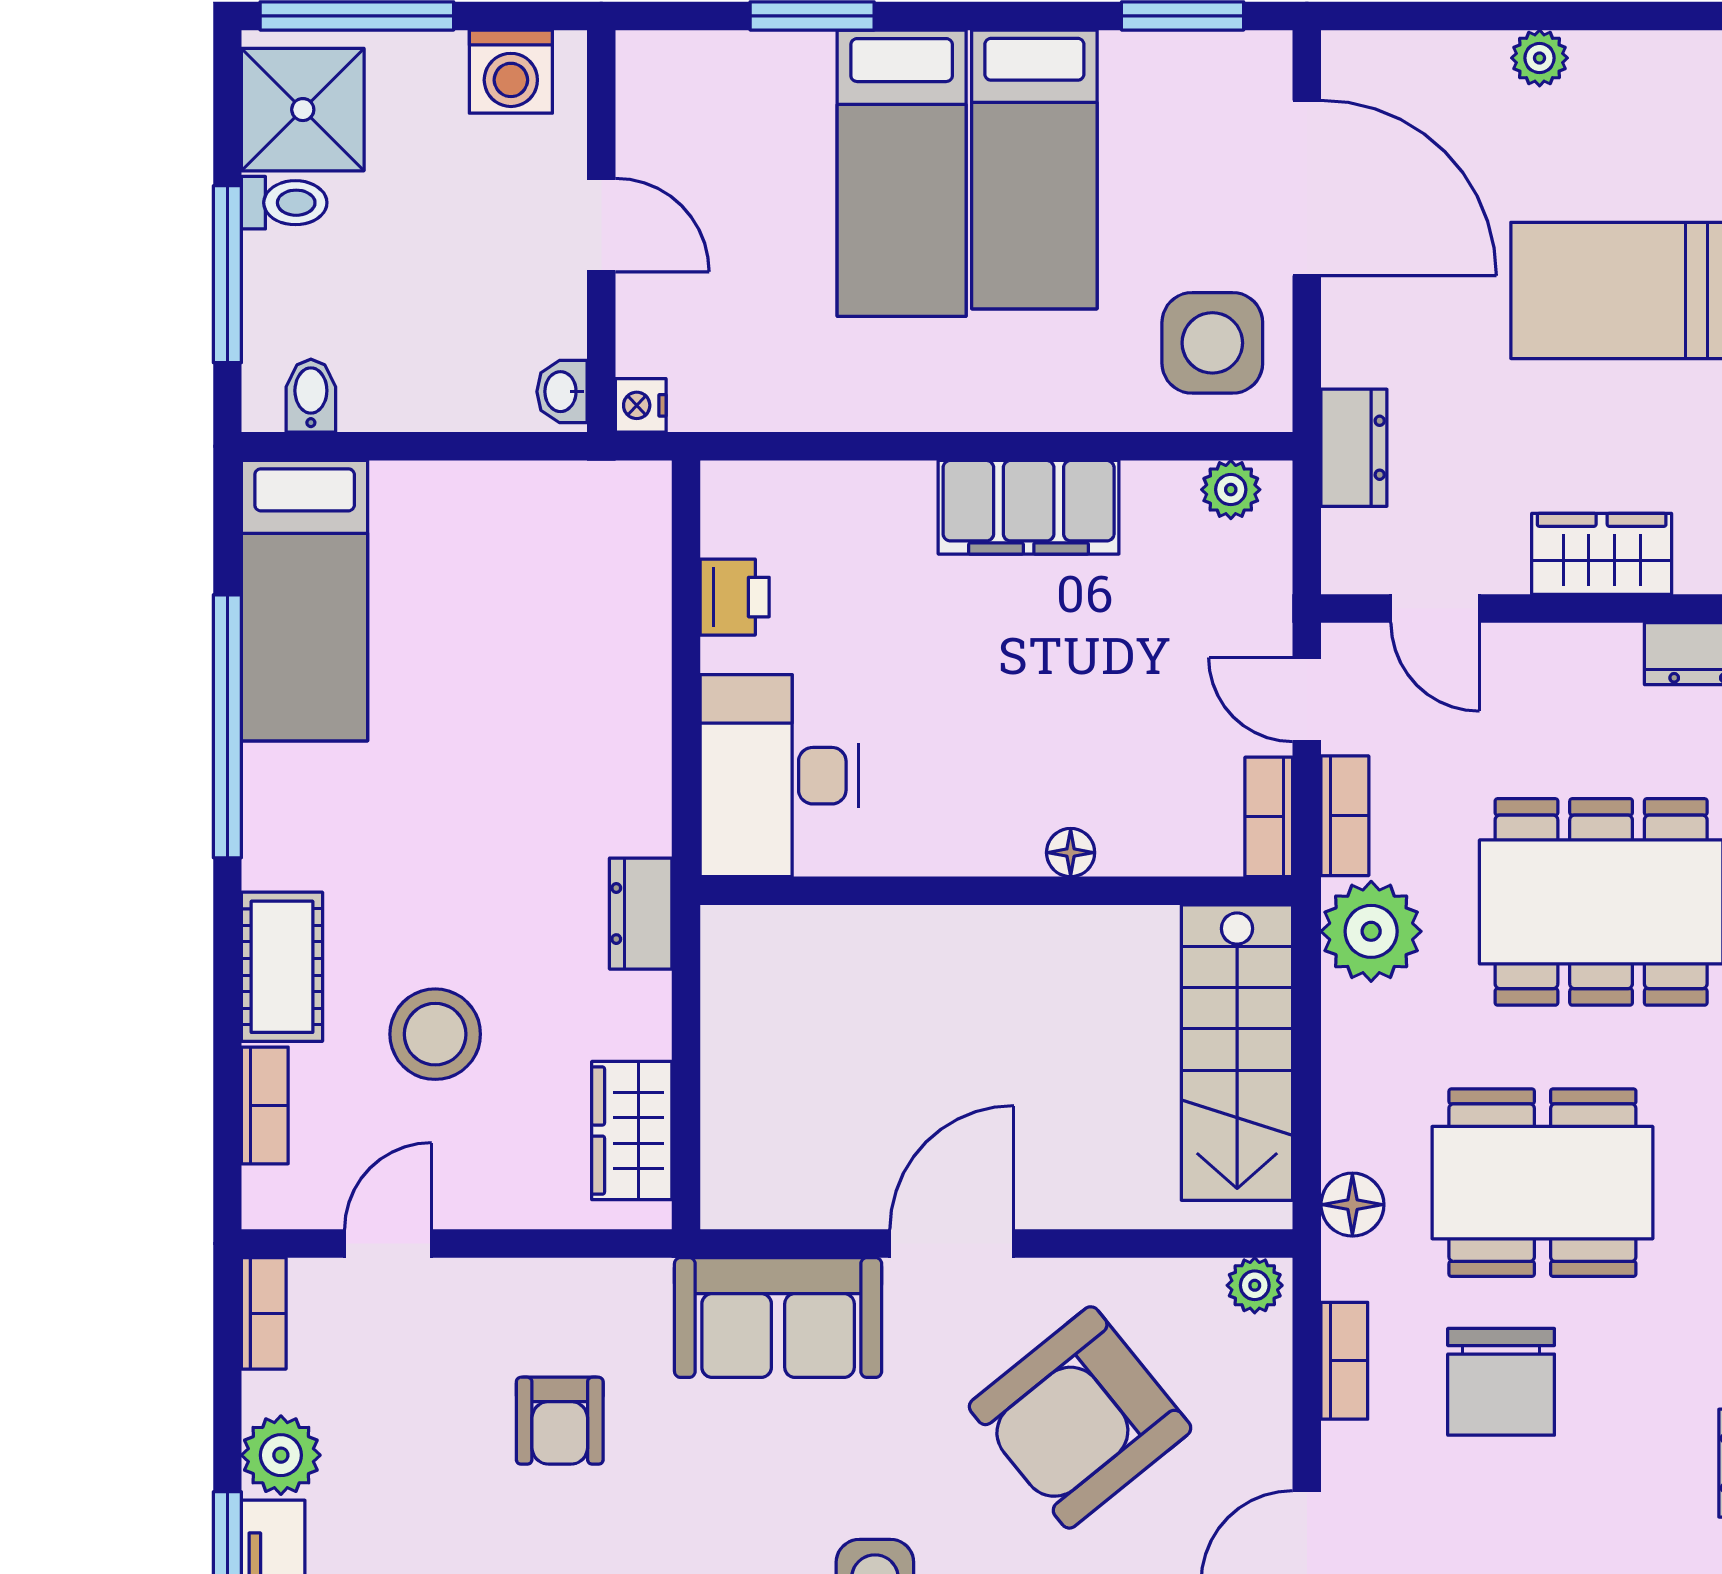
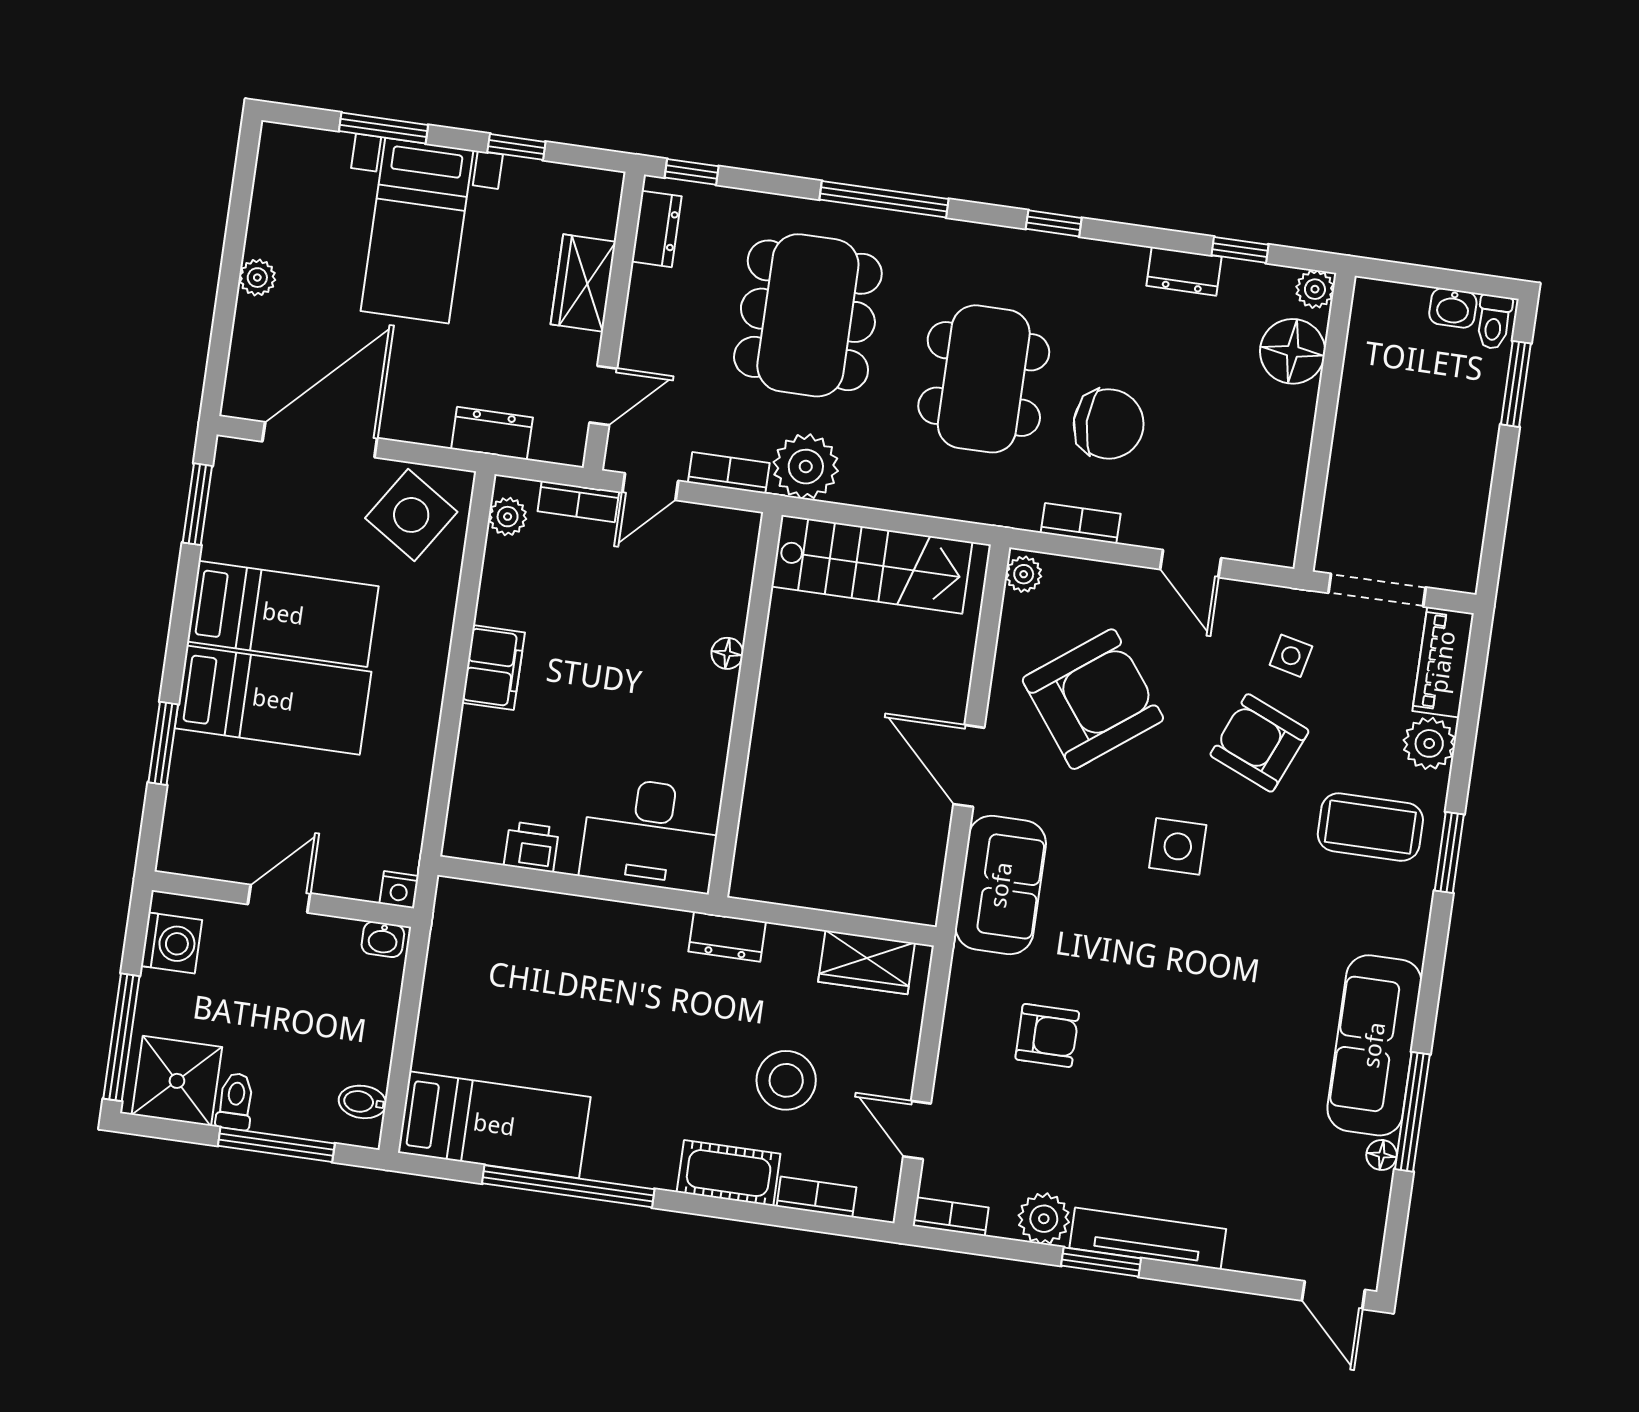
side table: (1212, 343) -> (411, 515), turned 33
filing cabinet: (1029, 507) -> (493, 668), width x0.67, depth x0.86
bookcase: (1269, 817) -> (578, 502), moved
floor lamp: (1352, 1205) -> (981, 504), removed
armchair: (1080, 1417) -> (1093, 699), turned -88

